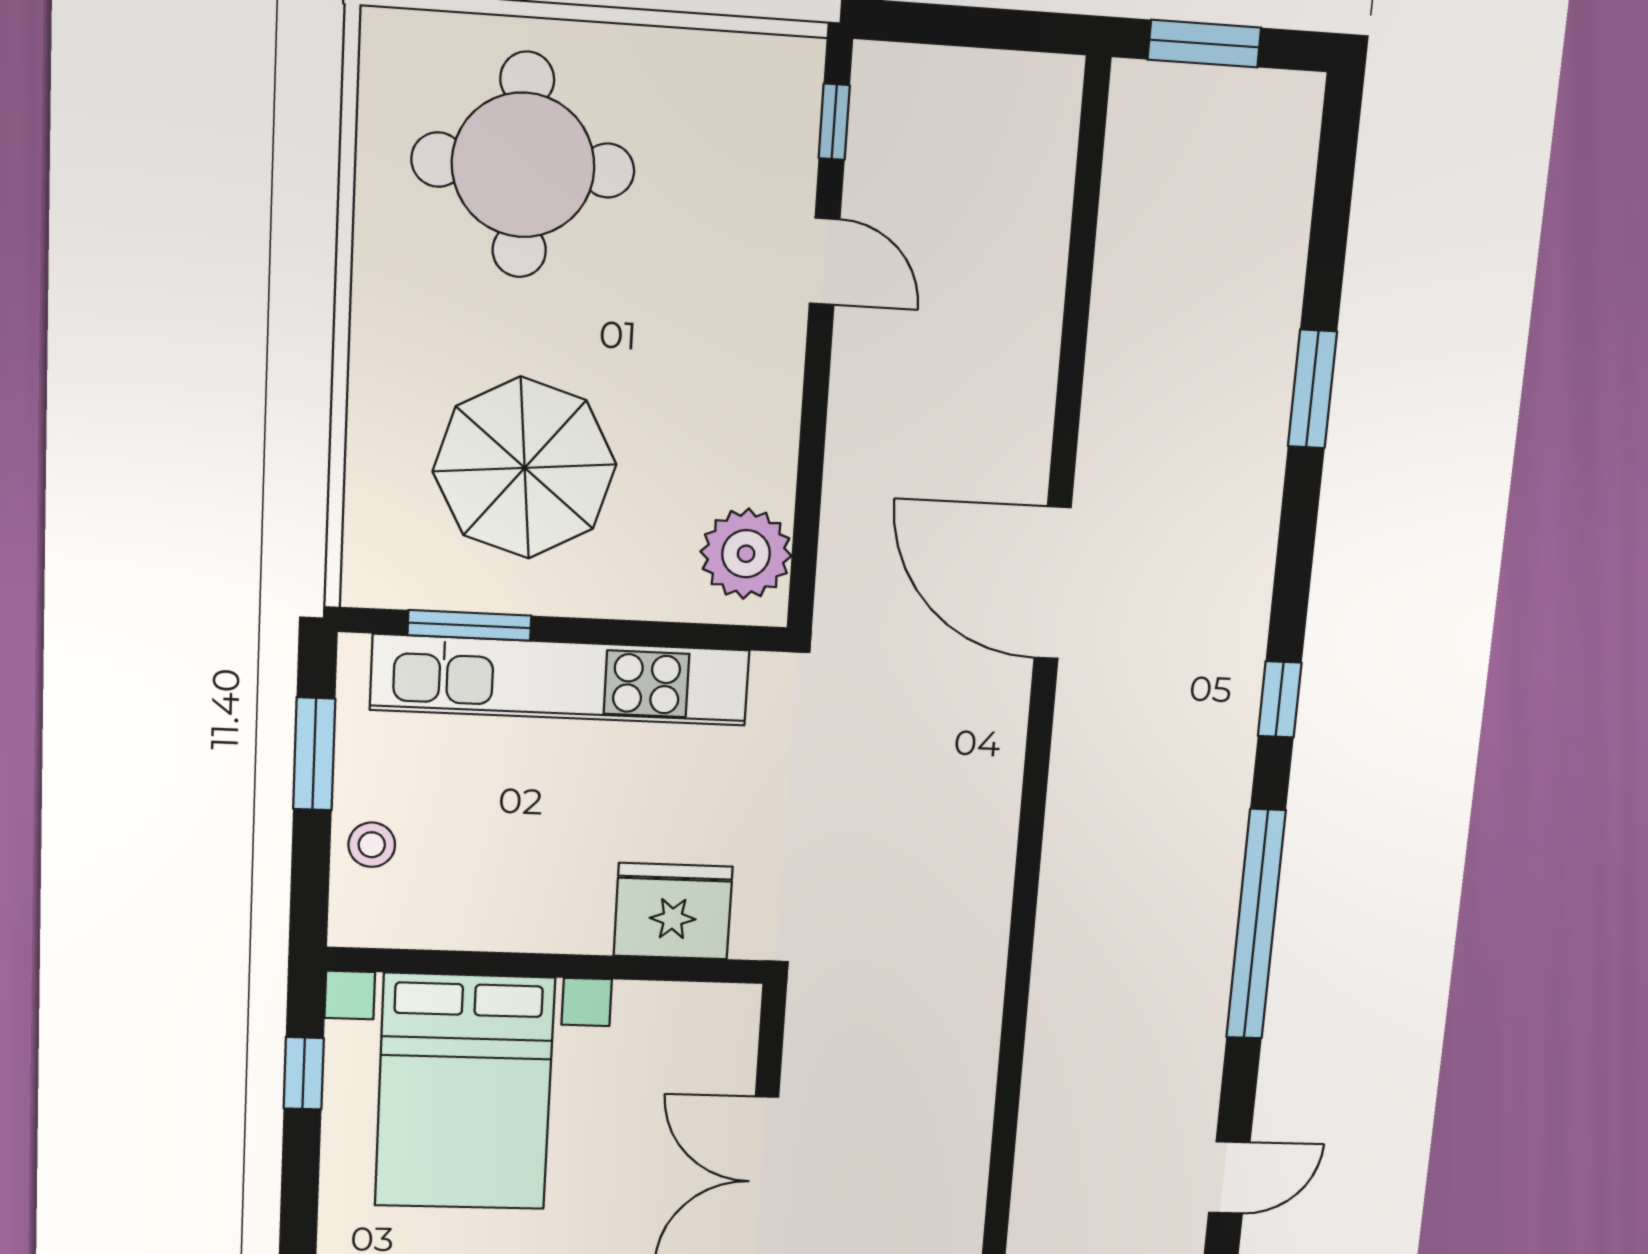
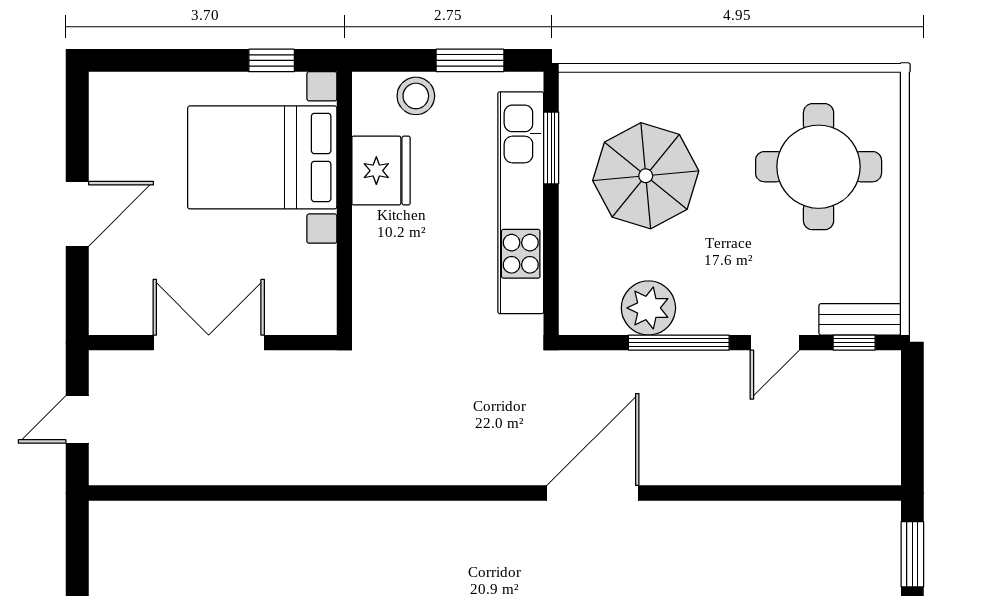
bench: (795, 109) -> (860, 319), added
window: (813, 427) -> (679, 343), added
plant: (746, 554) -> (648, 308), moved
stool: (372, 845) -> (416, 96), width x1.37, depth x1.37
fridge: (673, 911) -> (381, 171), moved

